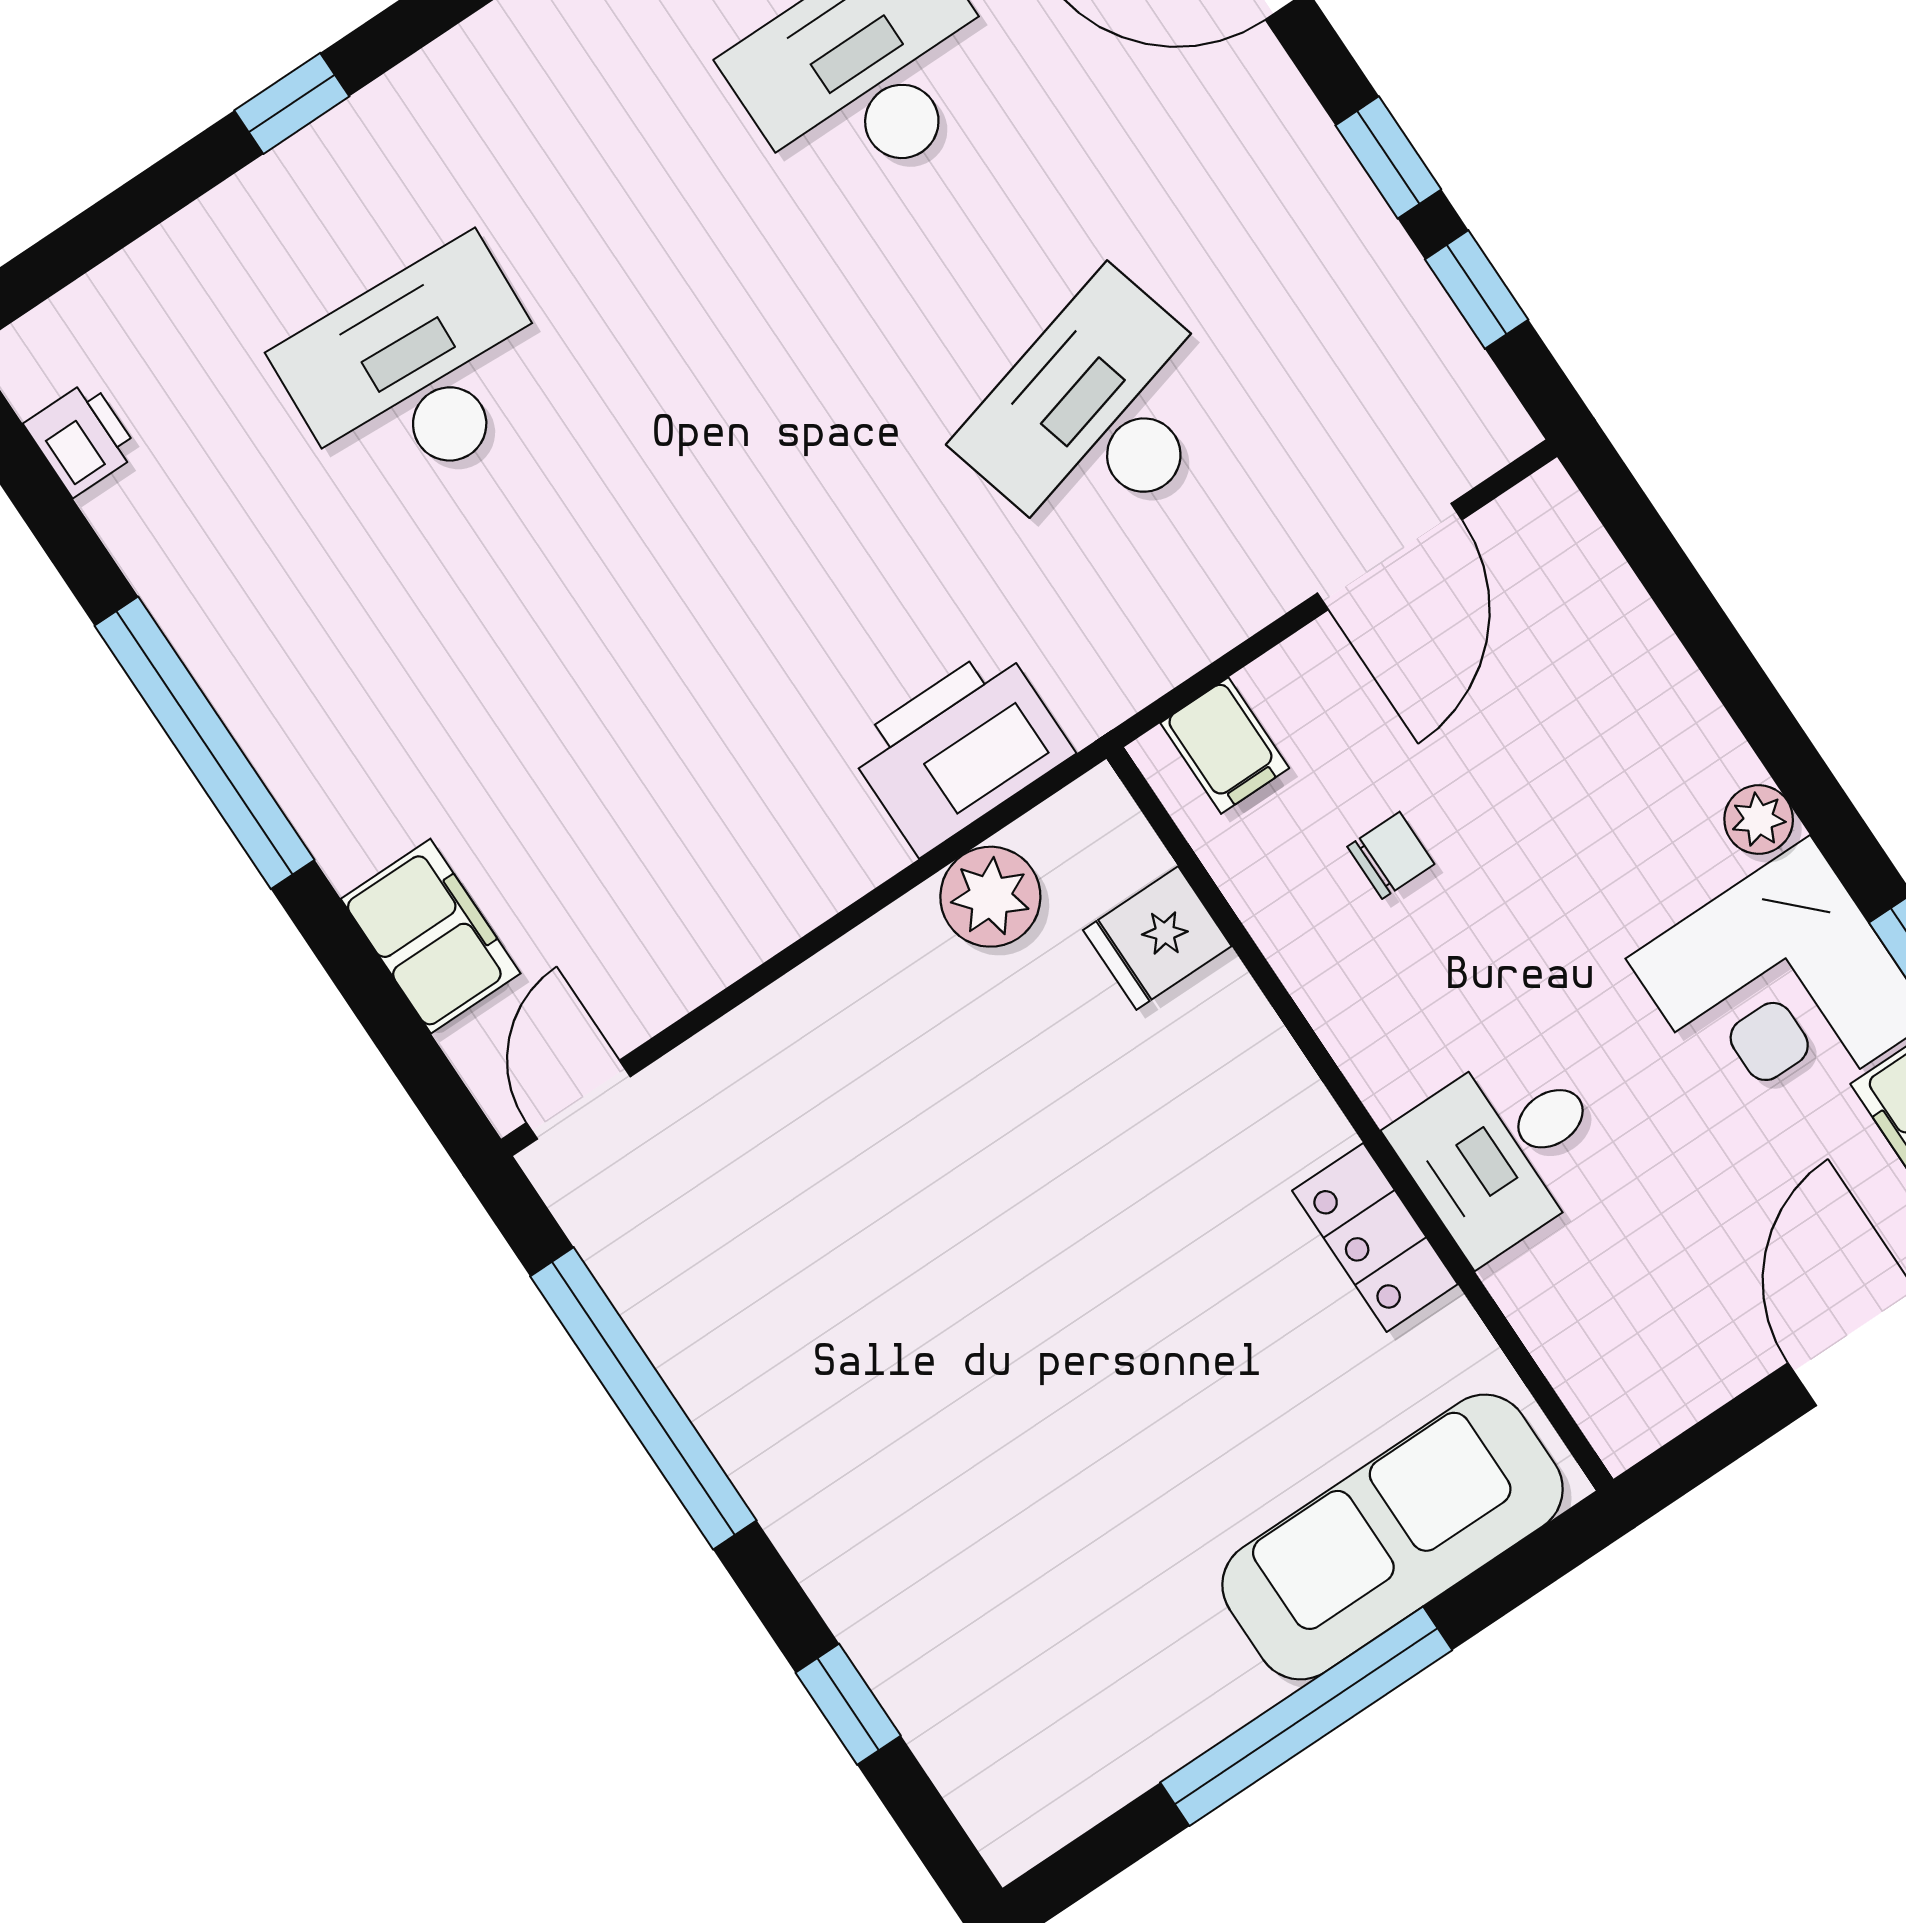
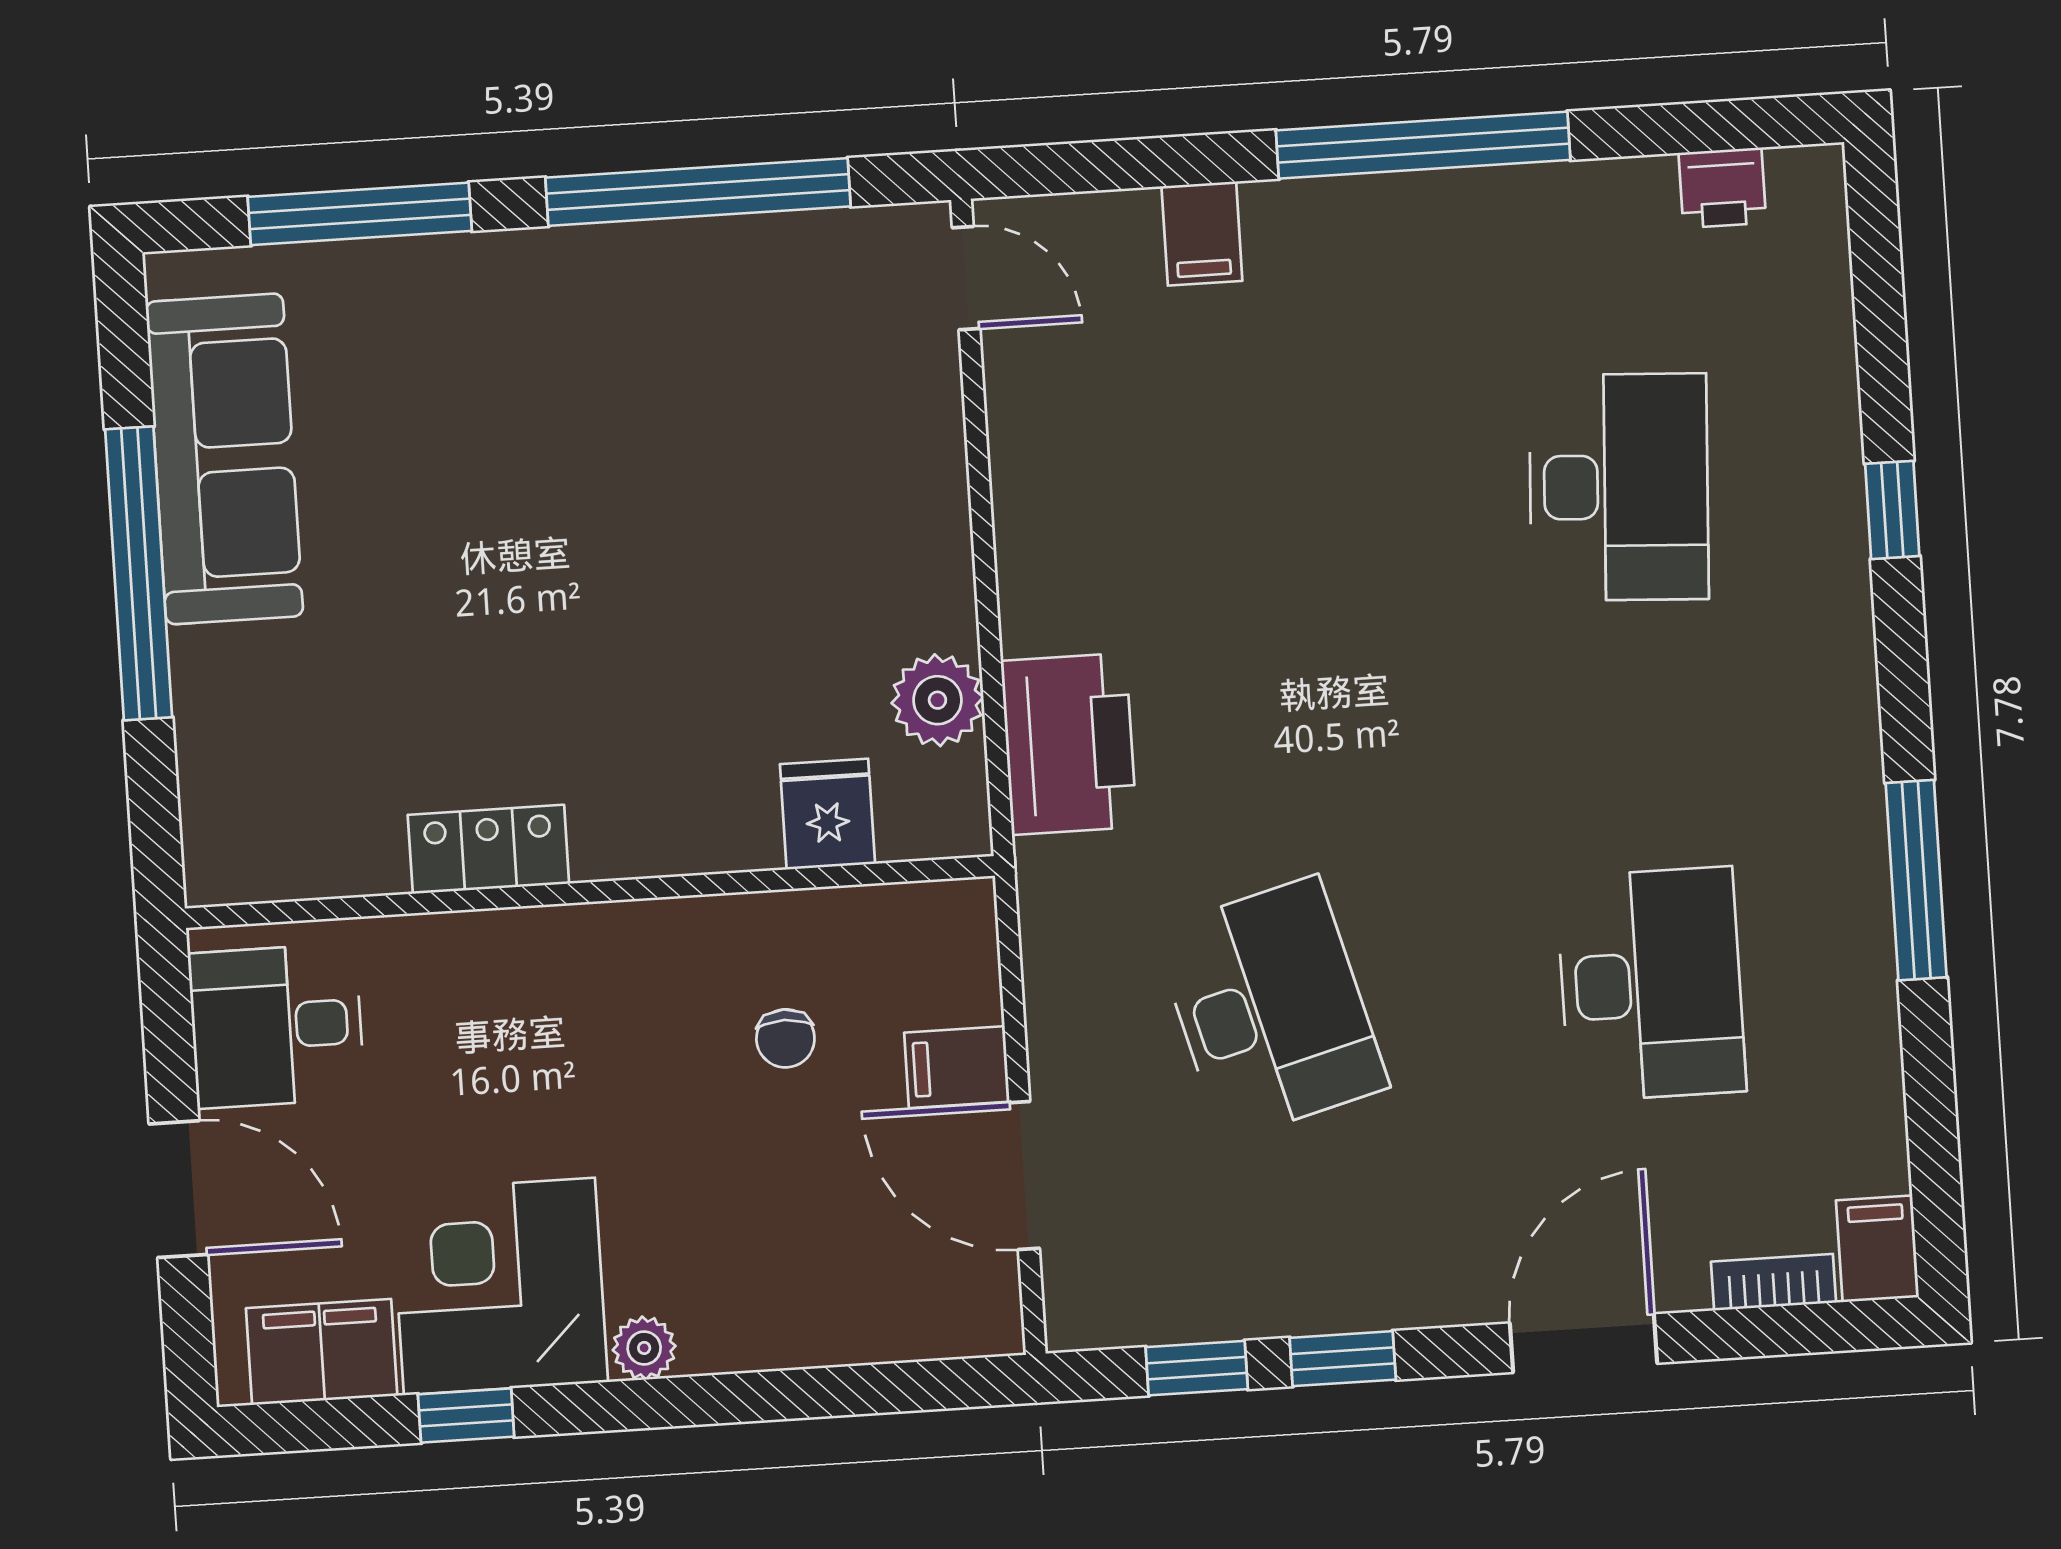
filing cabinet: (1225, 746) -> (957, 1067), moved
filing cabinet: (431, 936) -> (1202, 234), width x0.50
desk: (1503, 1150) -> (276, 1026), moved, turned -90
sofa: (1393, 1537) -> (224, 459), moved
window: (848, 1704) -> (360, 214), width x2.17

